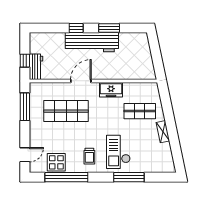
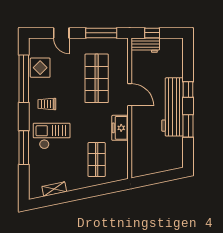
shelving: (163, 132) -> (54, 189), moved
door: (25, 155) -> (61, 33), moved

